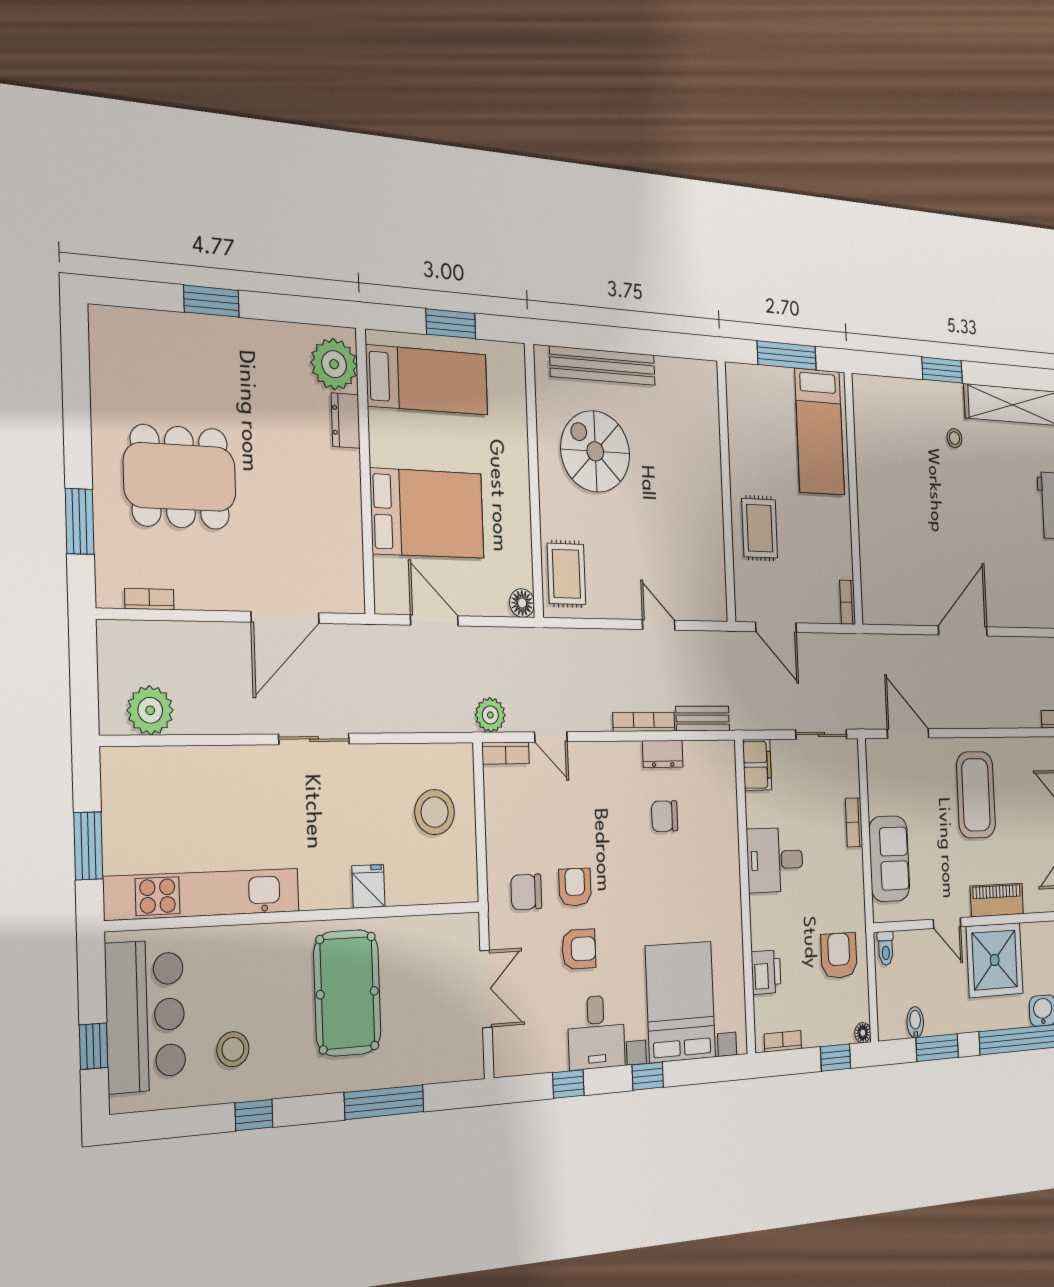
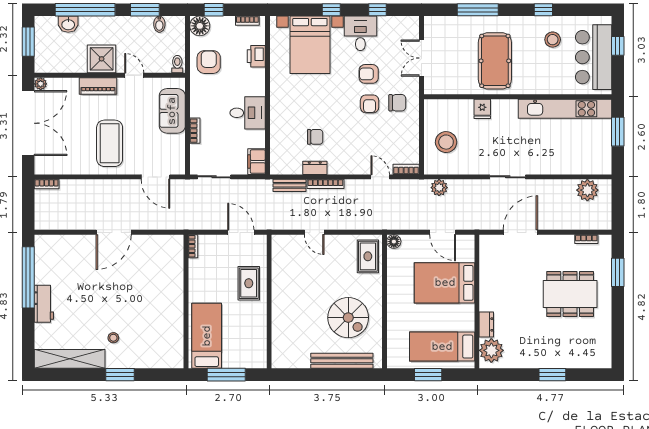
plant: (490, 715) -> (439, 188), moved
armchair: (839, 956) -> (209, 62), turned 180
shower: (995, 960) -> (102, 59), width x0.73, depth x0.73
floor lamp: (863, 1033) -> (200, 26), width x1.89, depth x1.89

